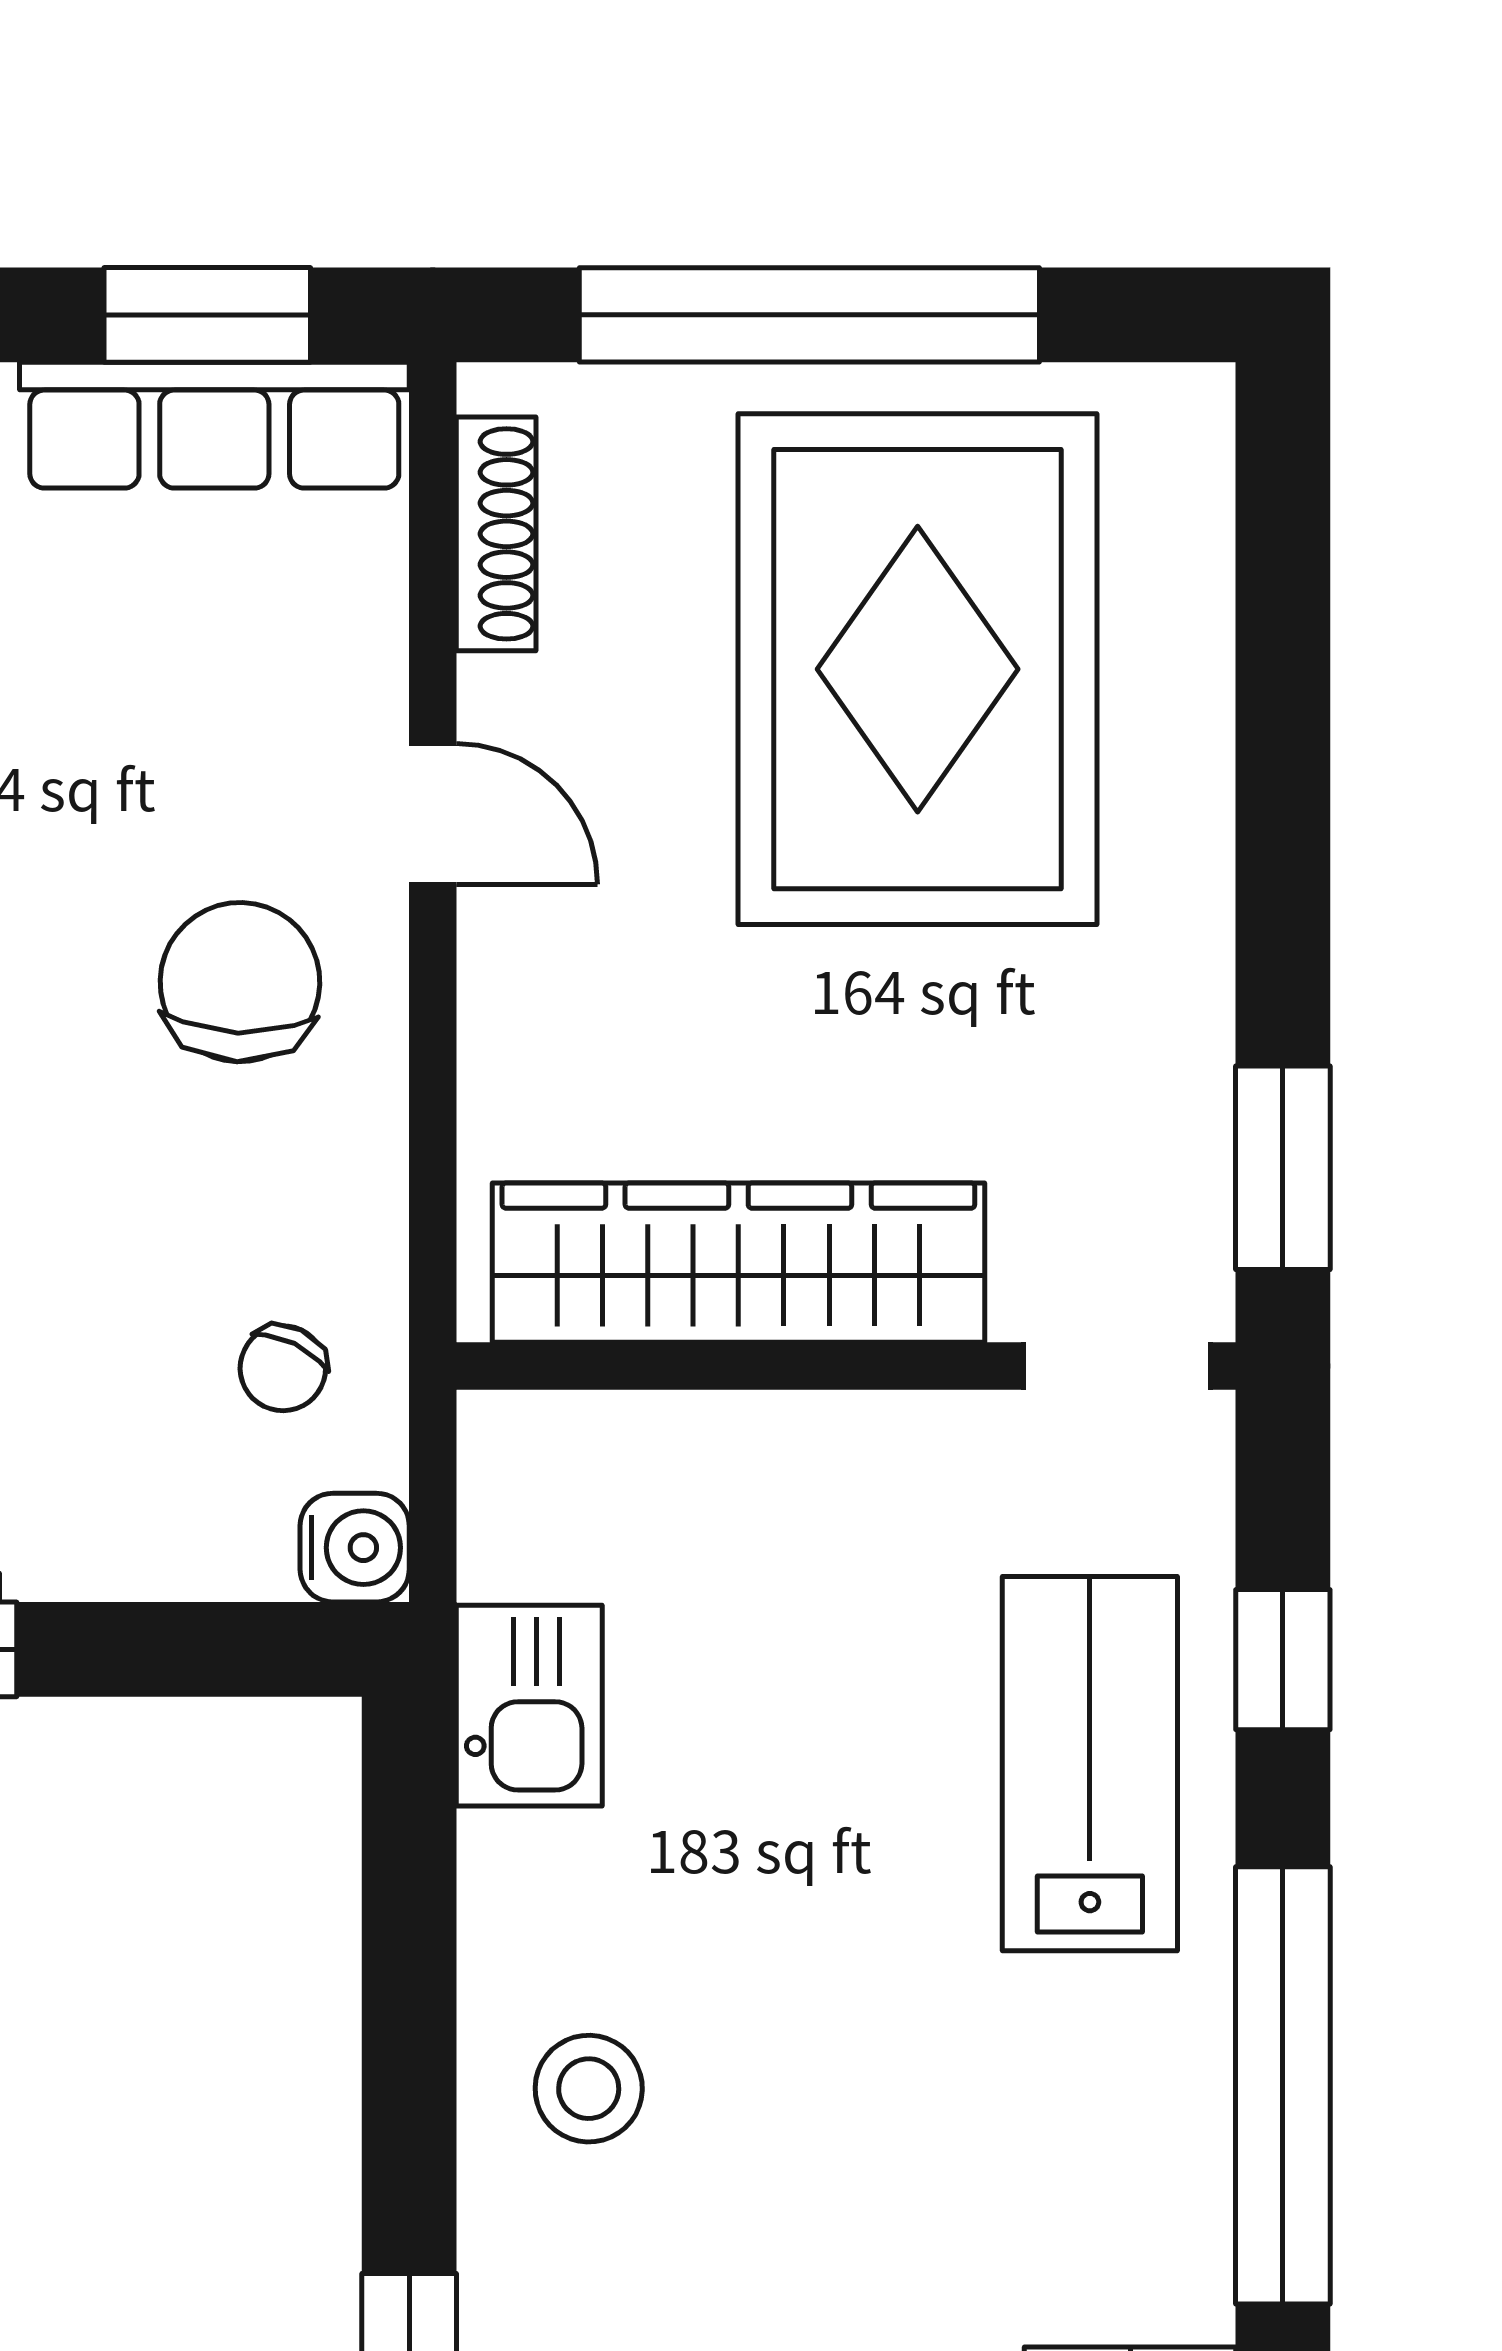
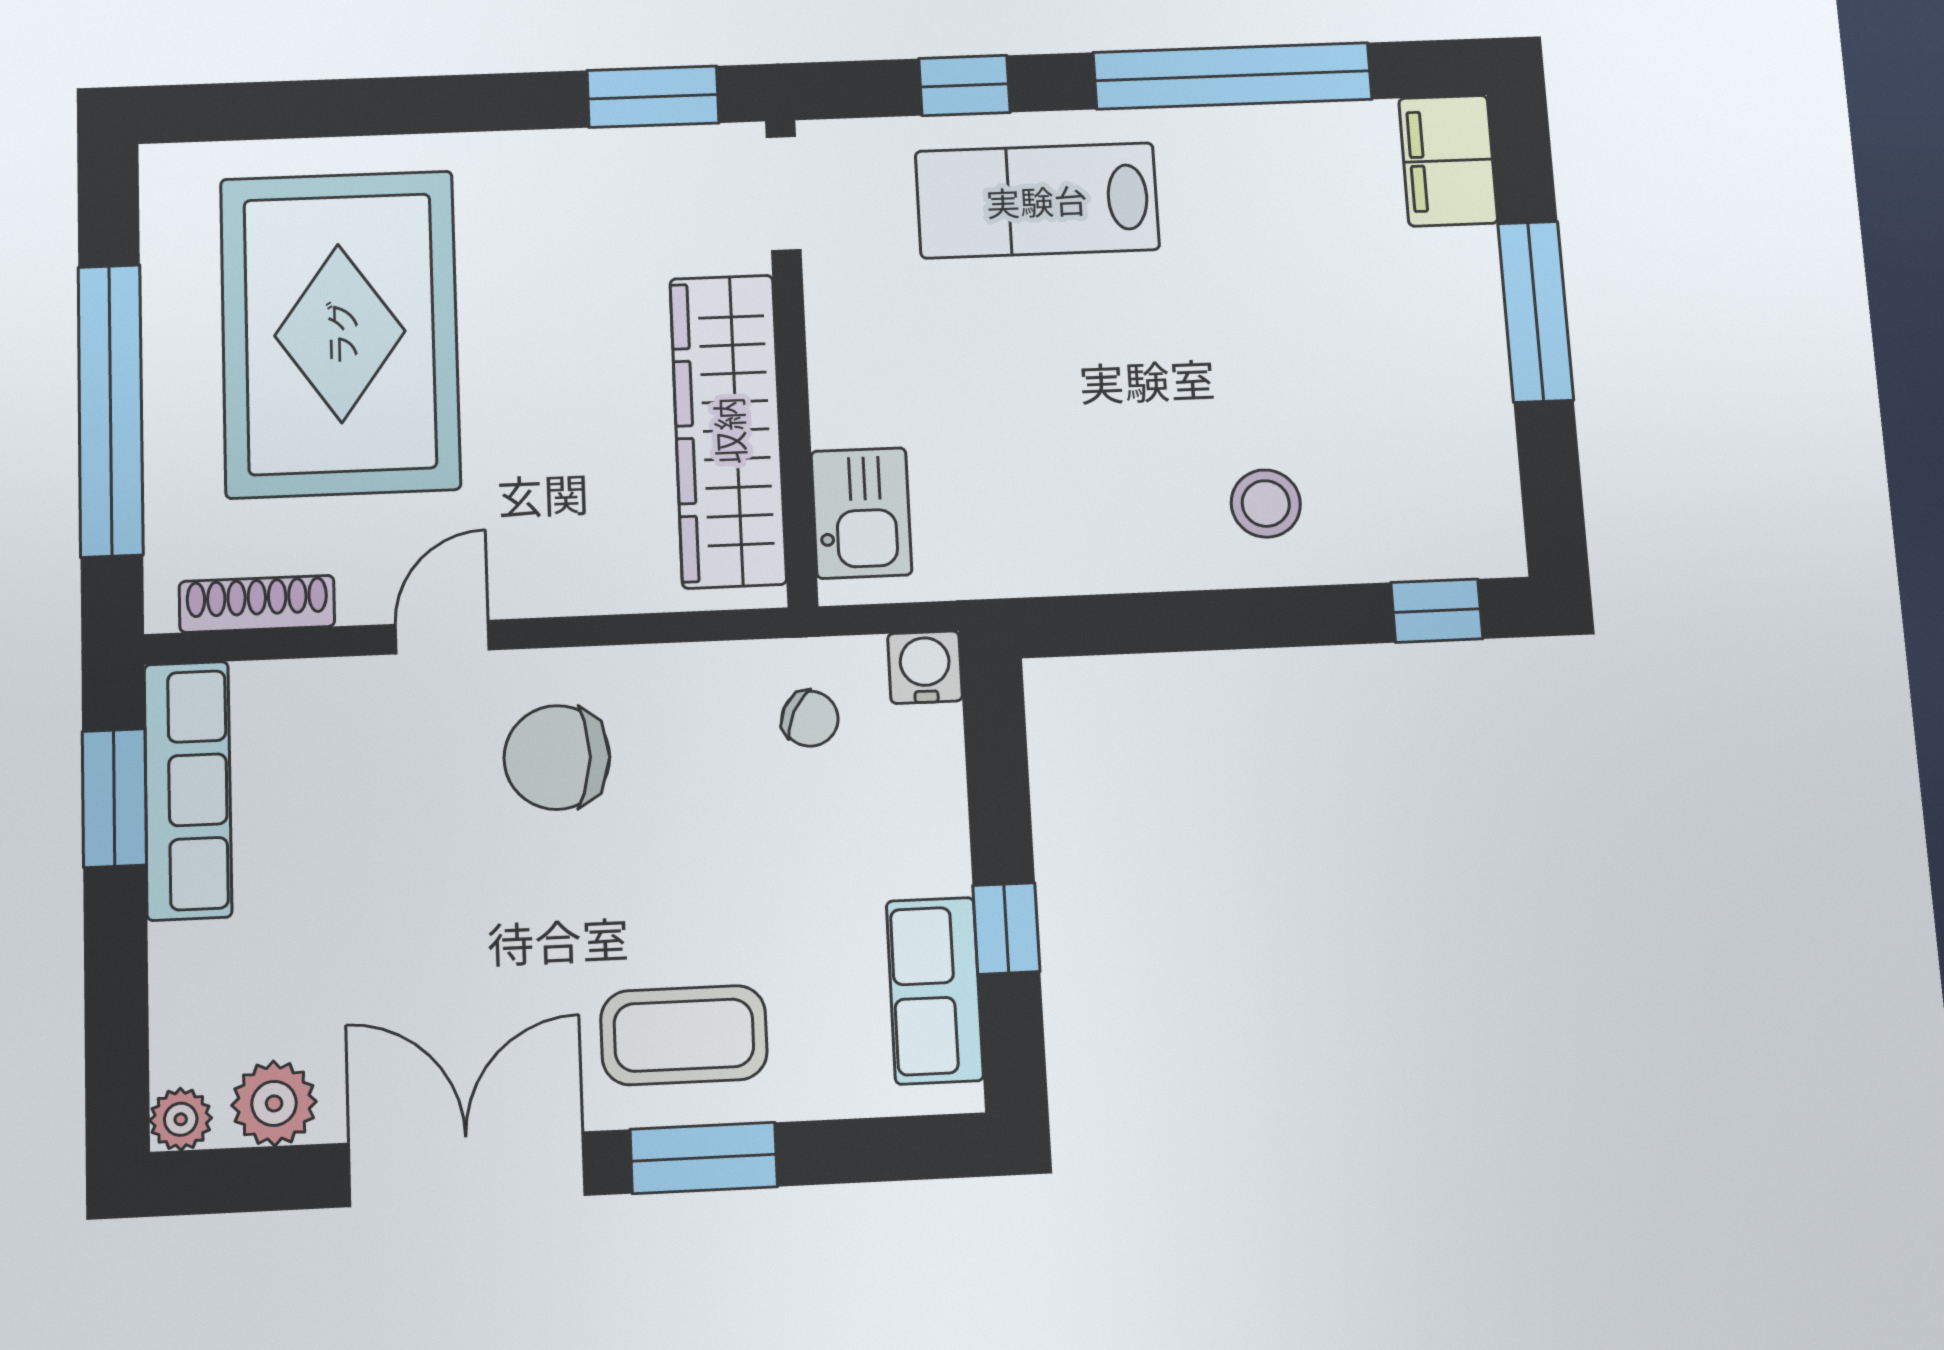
rug: (918, 669) -> (340, 333), turned 90
kitchen sink: (529, 1706) -> (861, 513), moved, turned 90

